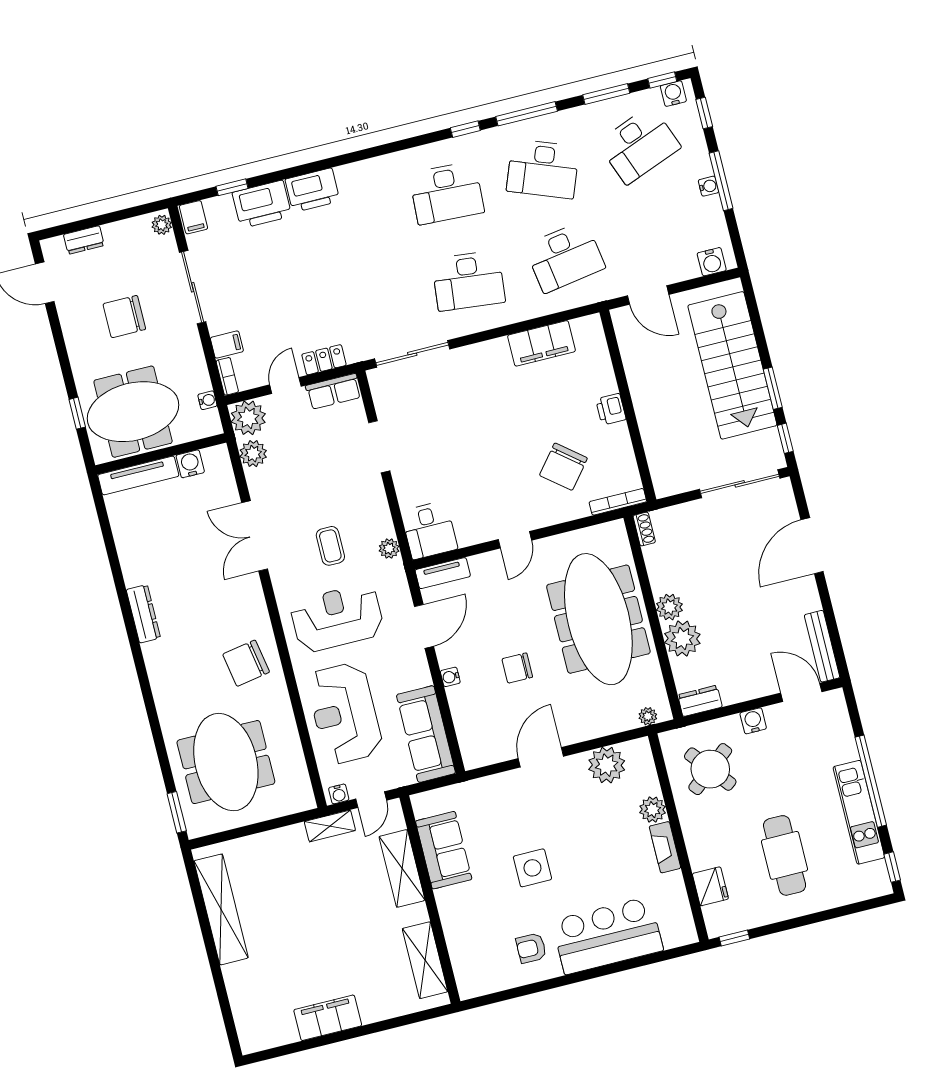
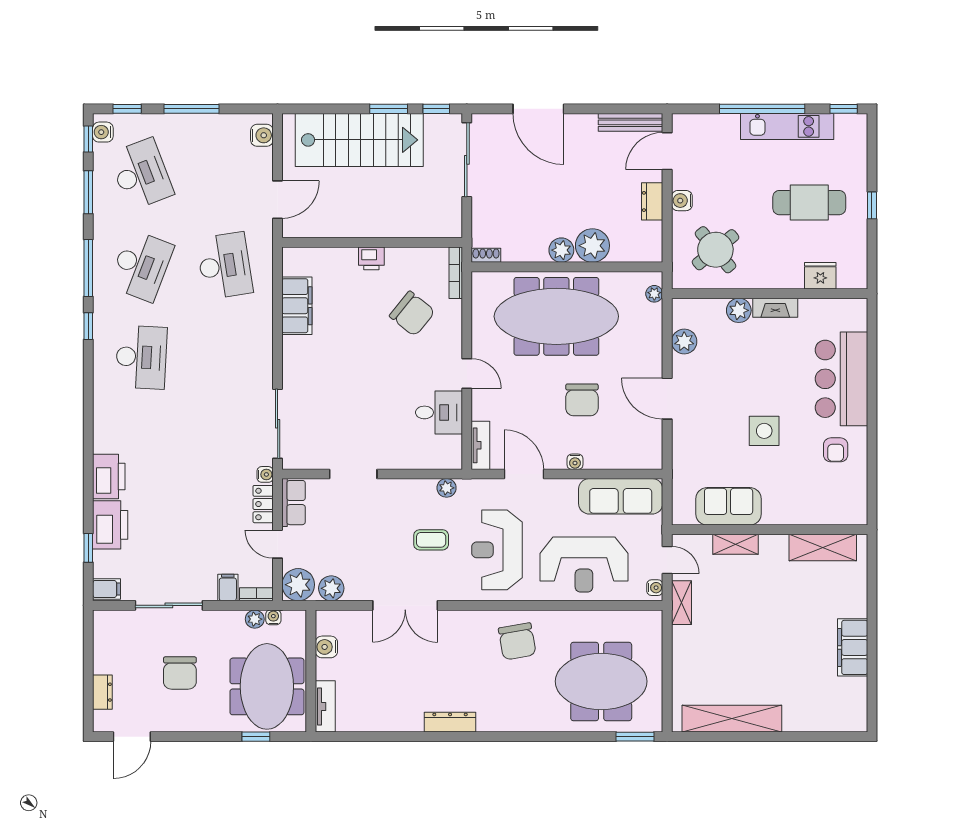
water cooler: (709, 186) -> (265, 474), moved, turned 90
plant: (162, 225) -> (255, 619), moved
desk: (468, 281) -> (225, 357), removed
tv unit: (138, 475) -> (325, 706), width x0.71
desk: (429, 530) -> (439, 412), moved
chair: (517, 668) -> (582, 400), width x1.37, depth x1.37
dresser: (700, 701) -> (652, 201), moved
plant: (607, 765) -> (684, 342), width x0.73, depth x0.73
shelving: (402, 868) -> (736, 544), width x0.67, depth x0.75
window: (734, 938) -> (872, 205), moved

